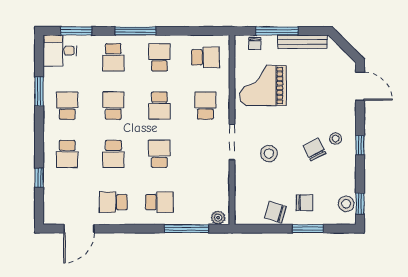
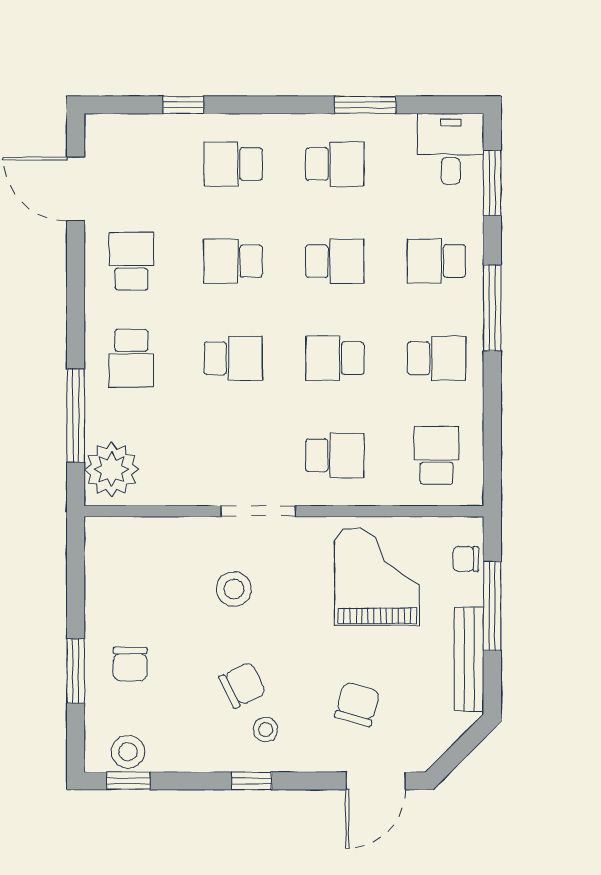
school desk: (205, 57) -> (437, 455), turned 180
chair: (275, 212) -> (357, 704), moved
plant: (218, 218) -> (112, 469), width x1.87, depth x1.87

